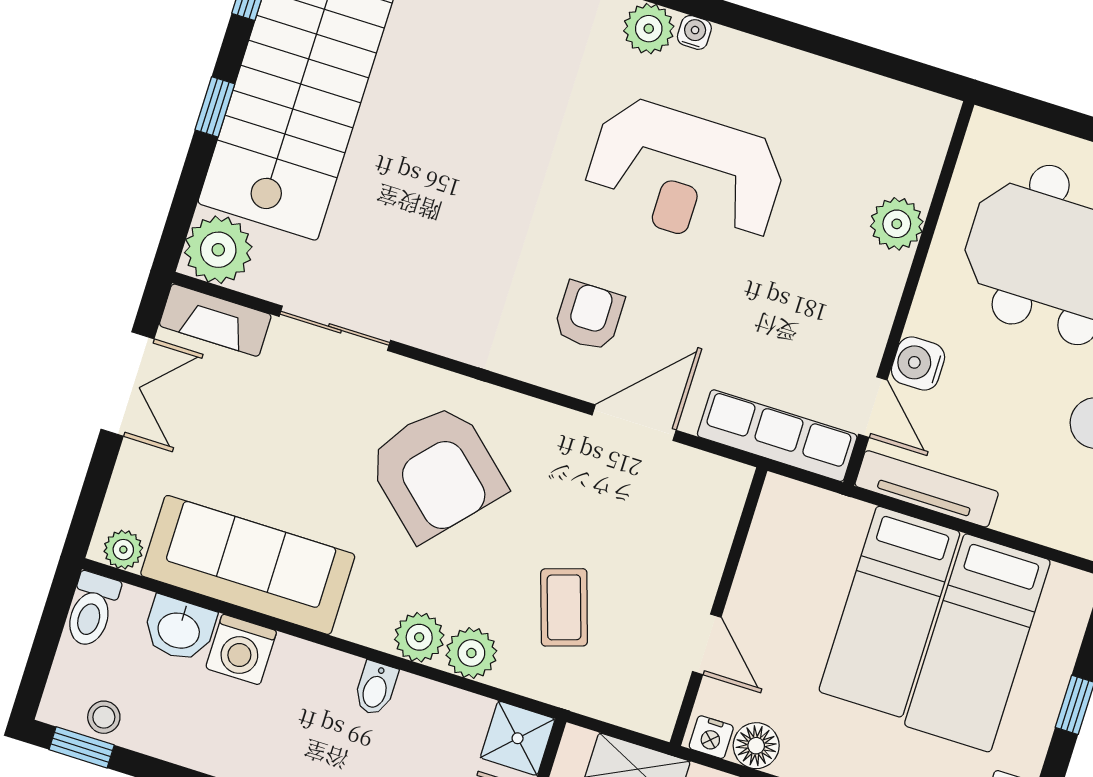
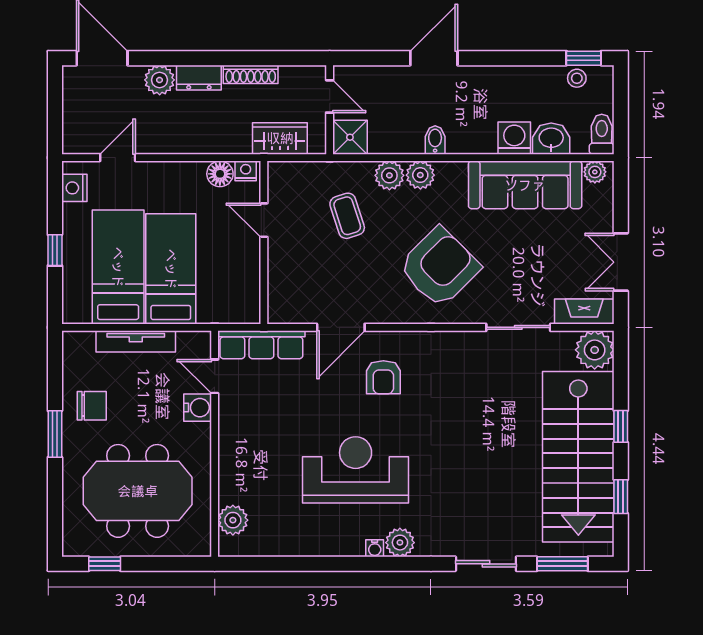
plant: (897, 224) -> (233, 520), moved
armchair: (436, 472) -> (439, 267), turned 93
tv unit: (927, 489) -> (136, 341), moved

